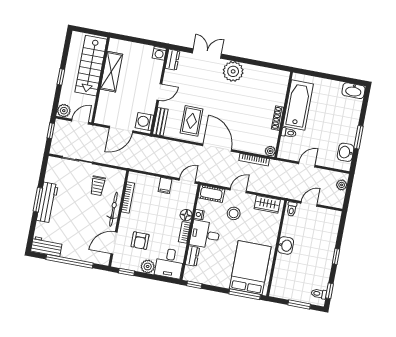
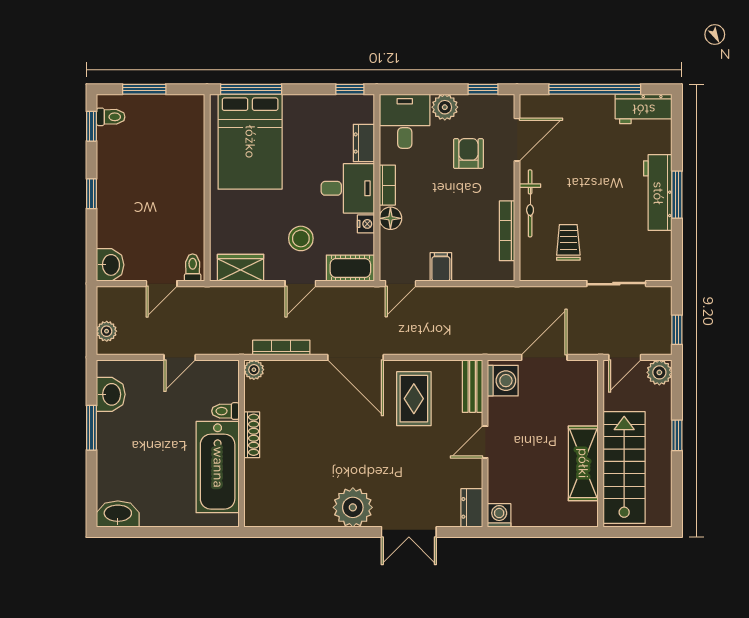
washbasin: (286, 245) -> (110, 265), moved, turned 180

